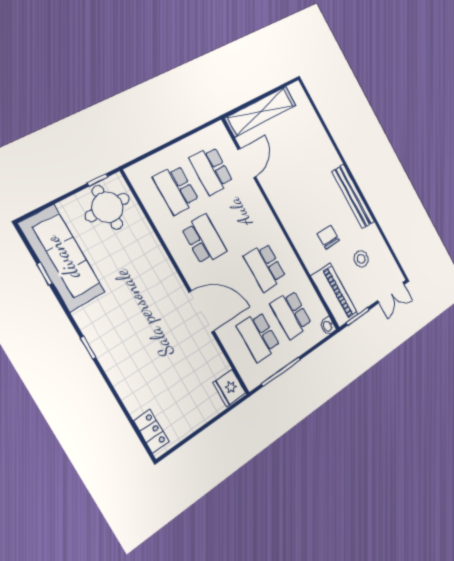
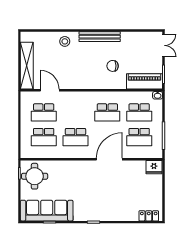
school desk: (204, 239) -> (75, 137), turned 180
stool: (361, 259) -> (65, 41), moved

